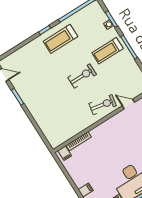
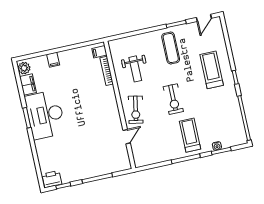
treadmill: (60, 39) -> (212, 70), moved
exercise mat: (40, 94) -> (171, 48), added
weight bench: (68, 117) -> (135, 69), added

